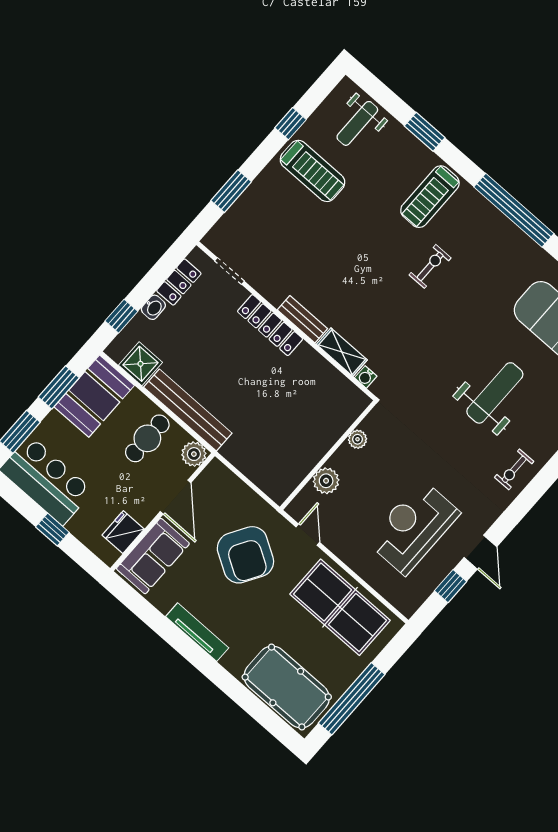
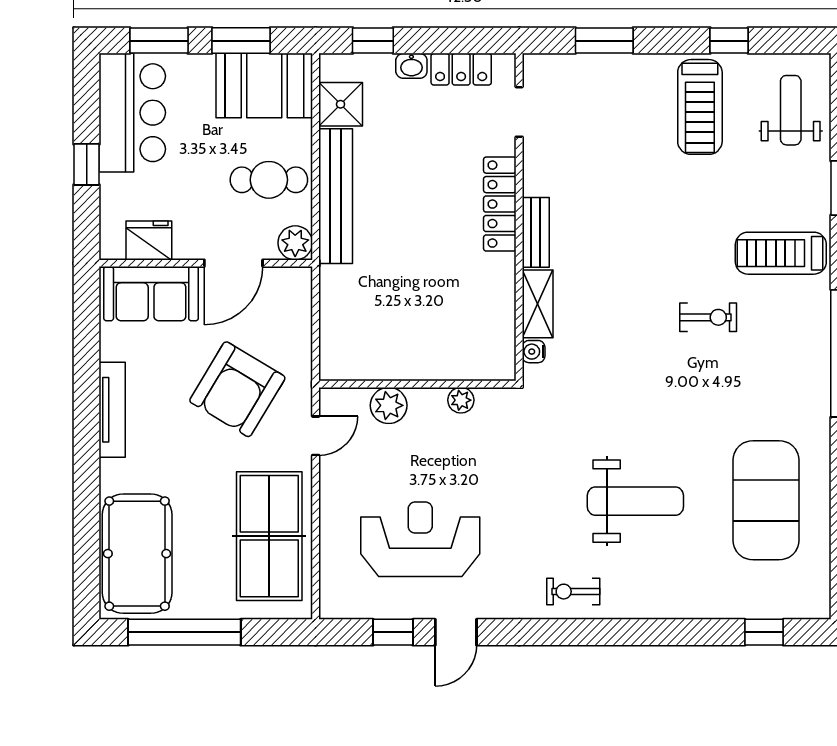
weight bench: (357, 123) -> (791, 110), turned 90

